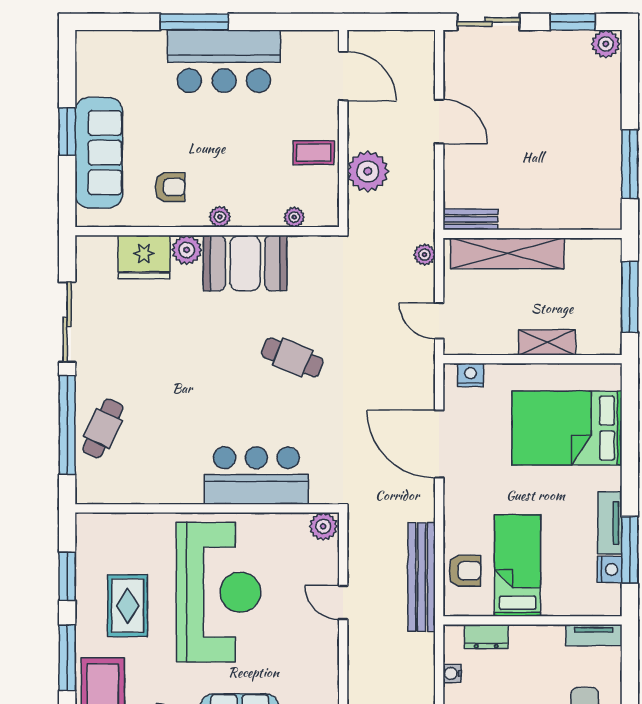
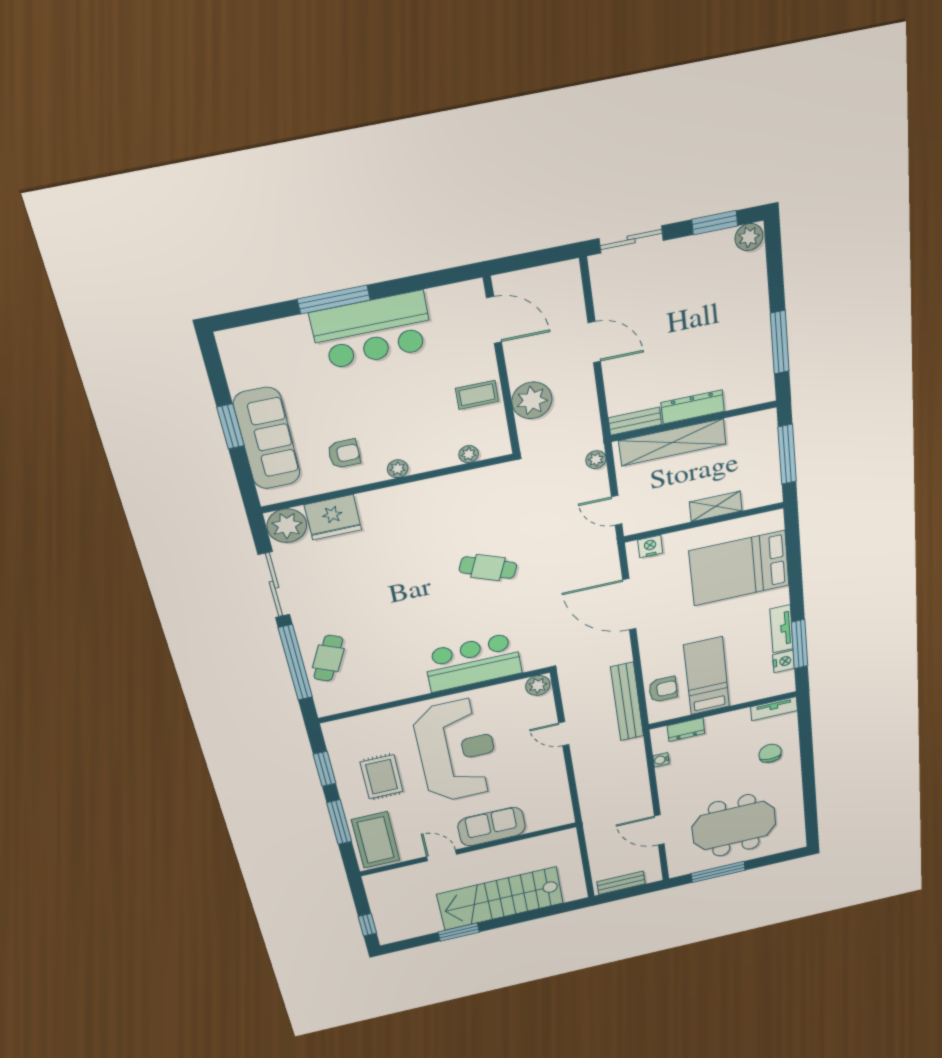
dresser: (533, 217) -> (693, 407), added
plant: (187, 250) -> (287, 526), moved, width x1.36, depth x1.36
booth: (245, 263) -> (430, 502), removed

